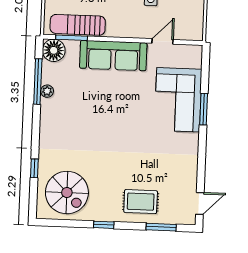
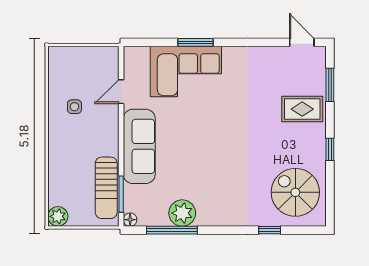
door: (163, 41) -> (121, 92), hinge flipped
floor lamp: (54, 50) -> (130, 220), width x0.53, depth x0.53
plant: (47, 91) -> (182, 213), width x1.88, depth x1.88
spiral stairs: (67, 193) -> (295, 192), turned -90
rug: (141, 202) -> (302, 109), turned 90

